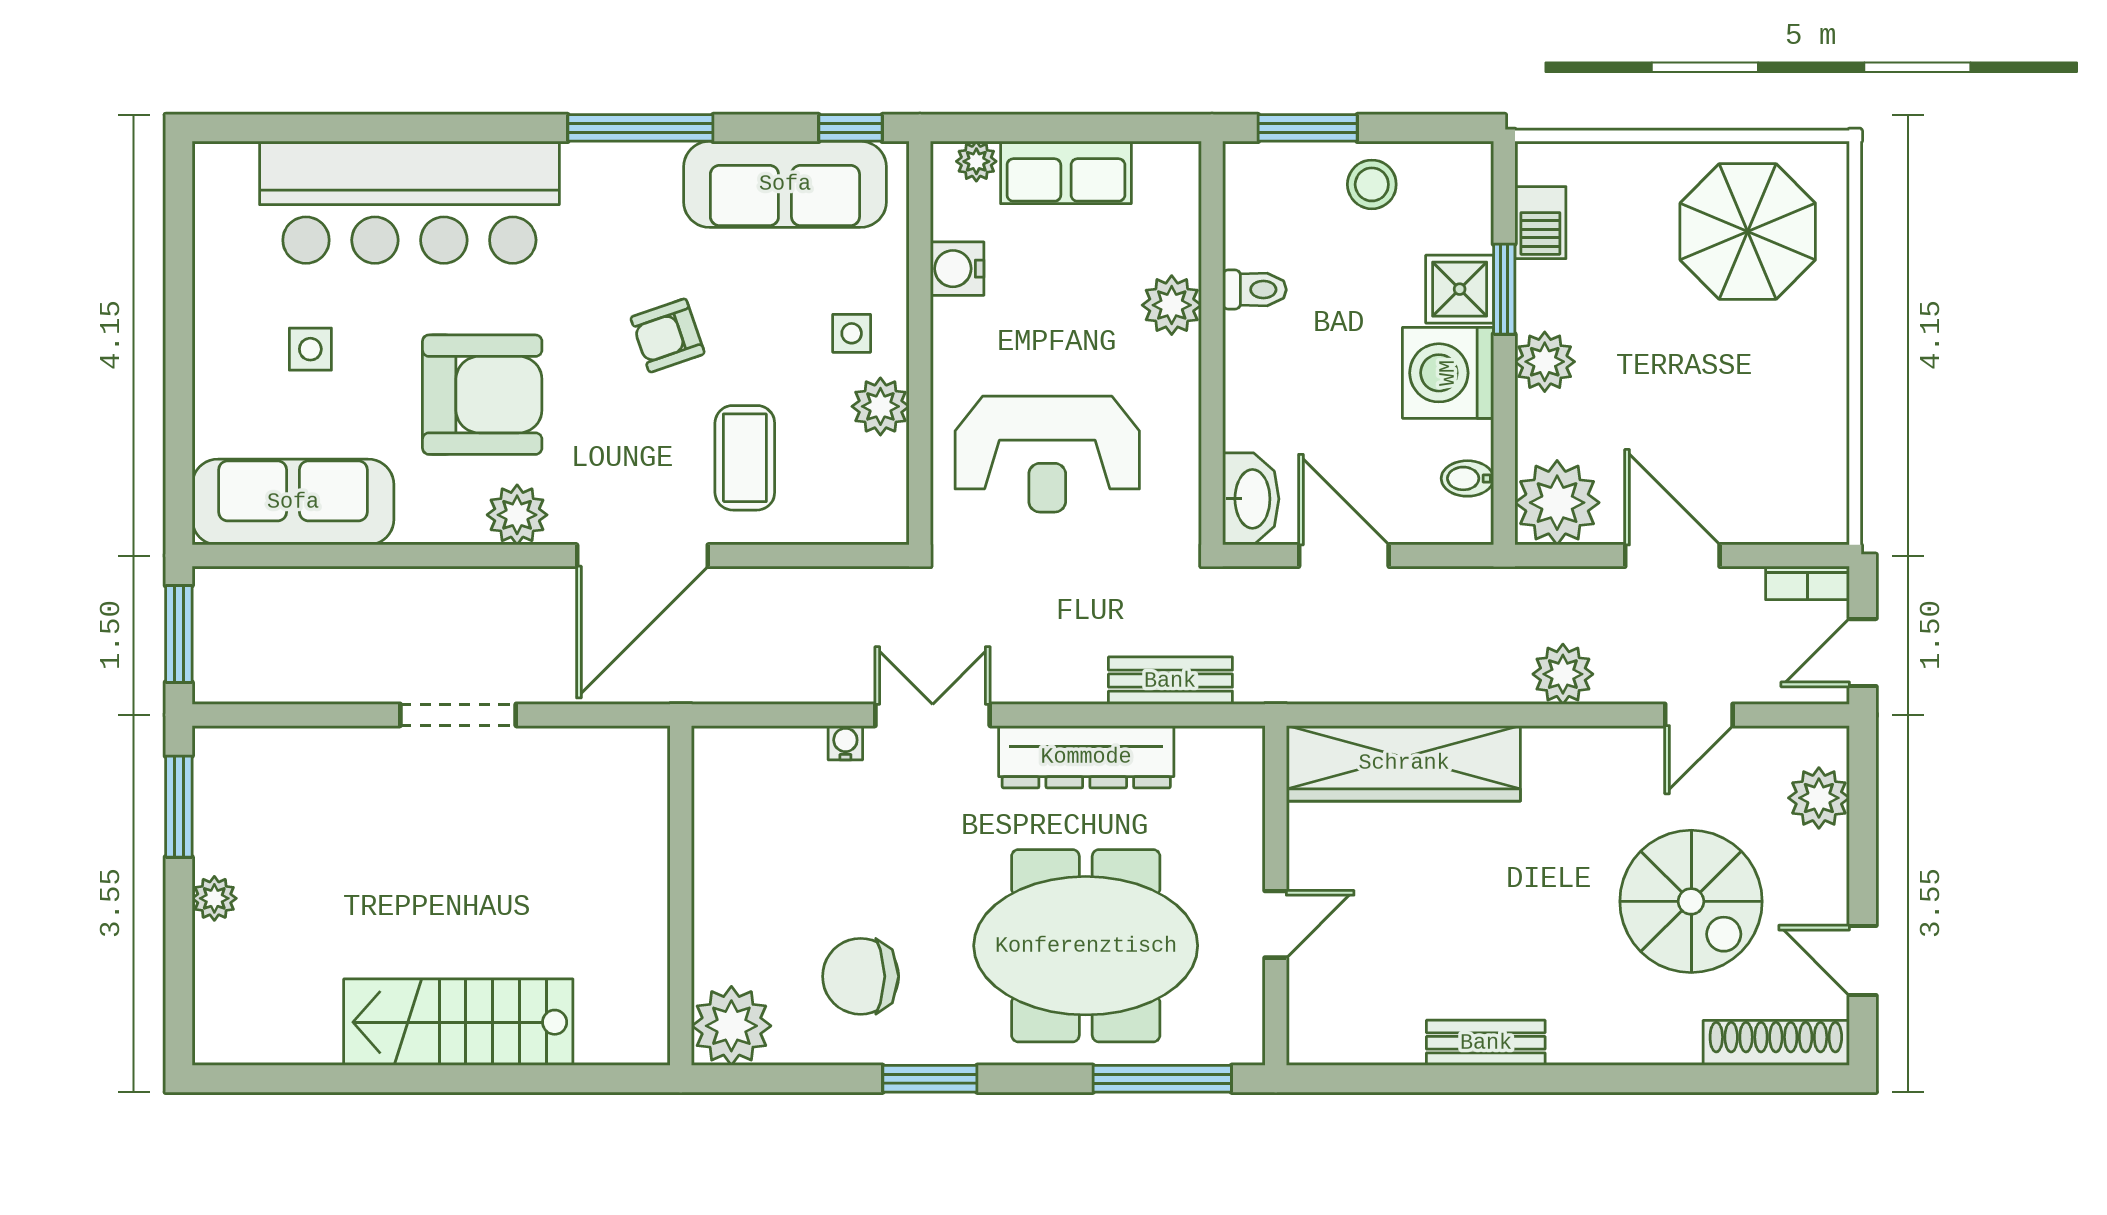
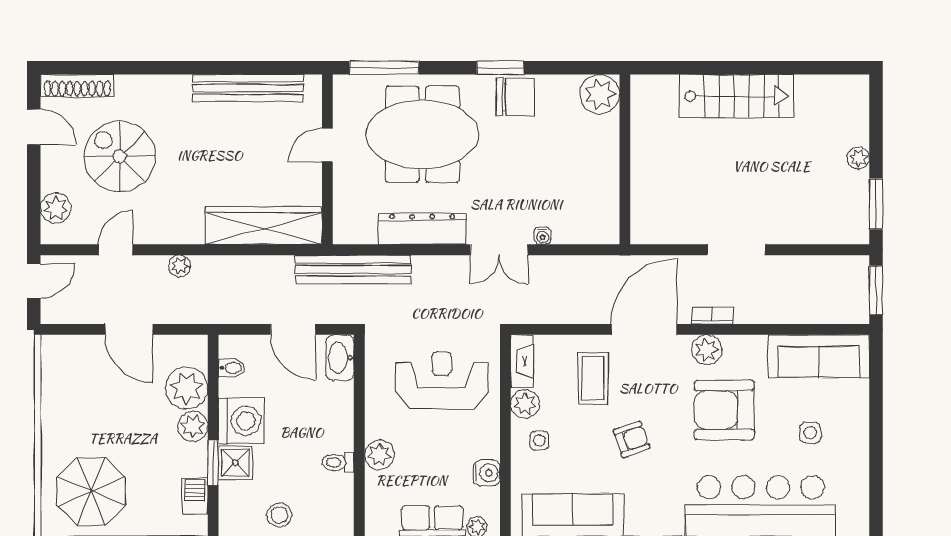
fireplace: (887, 492) -> (522, 361), added
plant: (1557, 503) -> (187, 388), moved
bookcase: (1807, 583) -> (712, 316), moved
plant: (1563, 674) -> (180, 266), width x0.73, depth x0.73
bench: (1170, 681) -> (353, 269), width x1.86, depth x1.21
chair: (861, 976) -> (516, 97), moved
bench: (1486, 1043) -> (248, 88), width x1.86, depth x1.21

